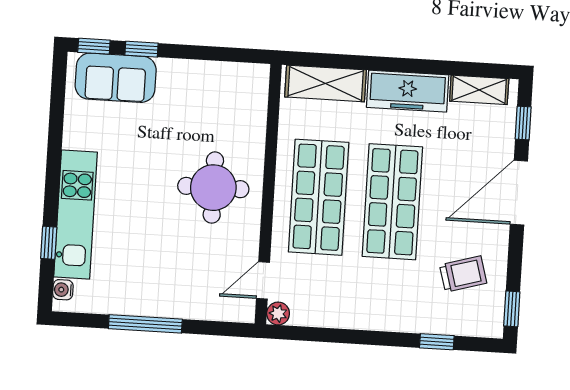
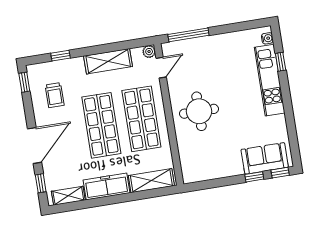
trolley: (463, 274) -> (55, 95), turned -74
shelving: (355, 313) -> (108, 61), added
window: (145, 324) -> (188, 35), moved

